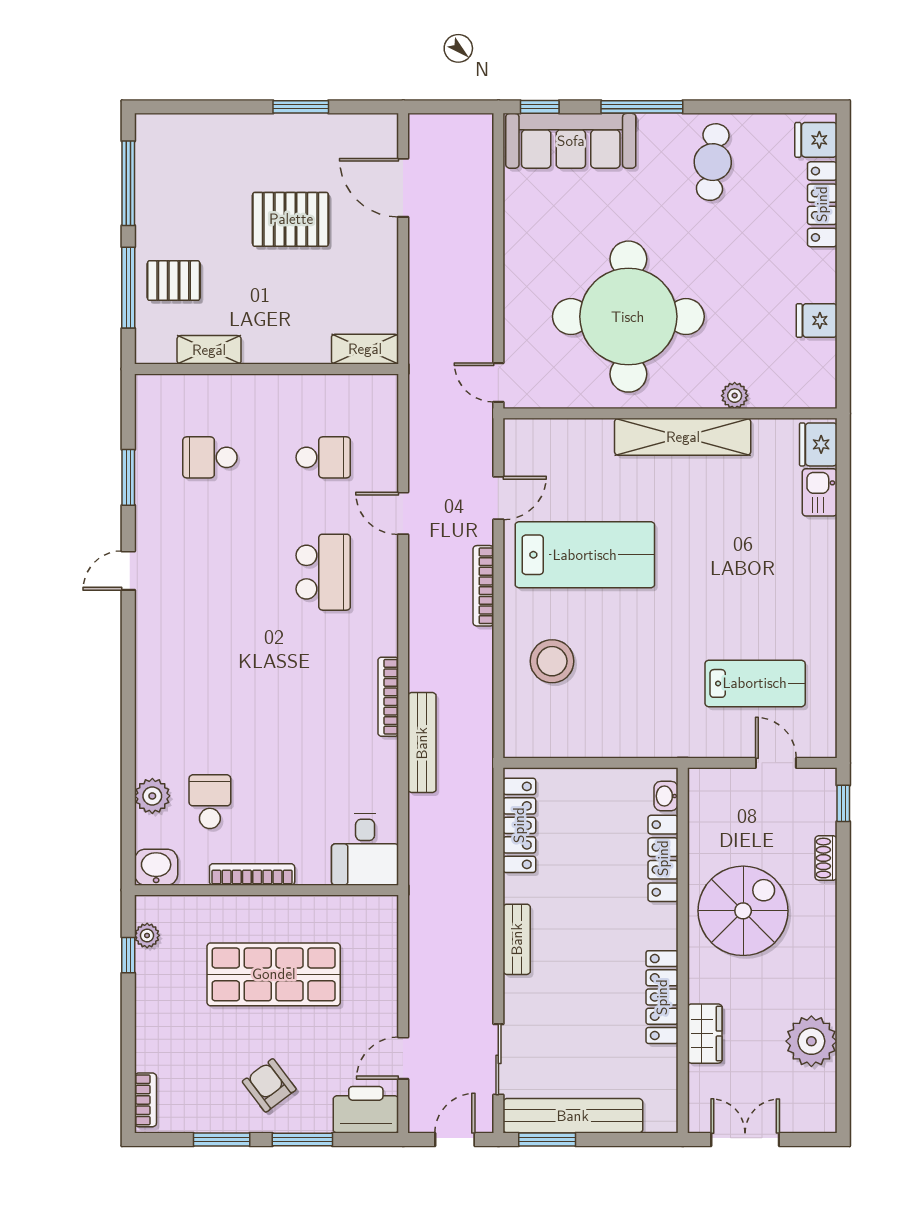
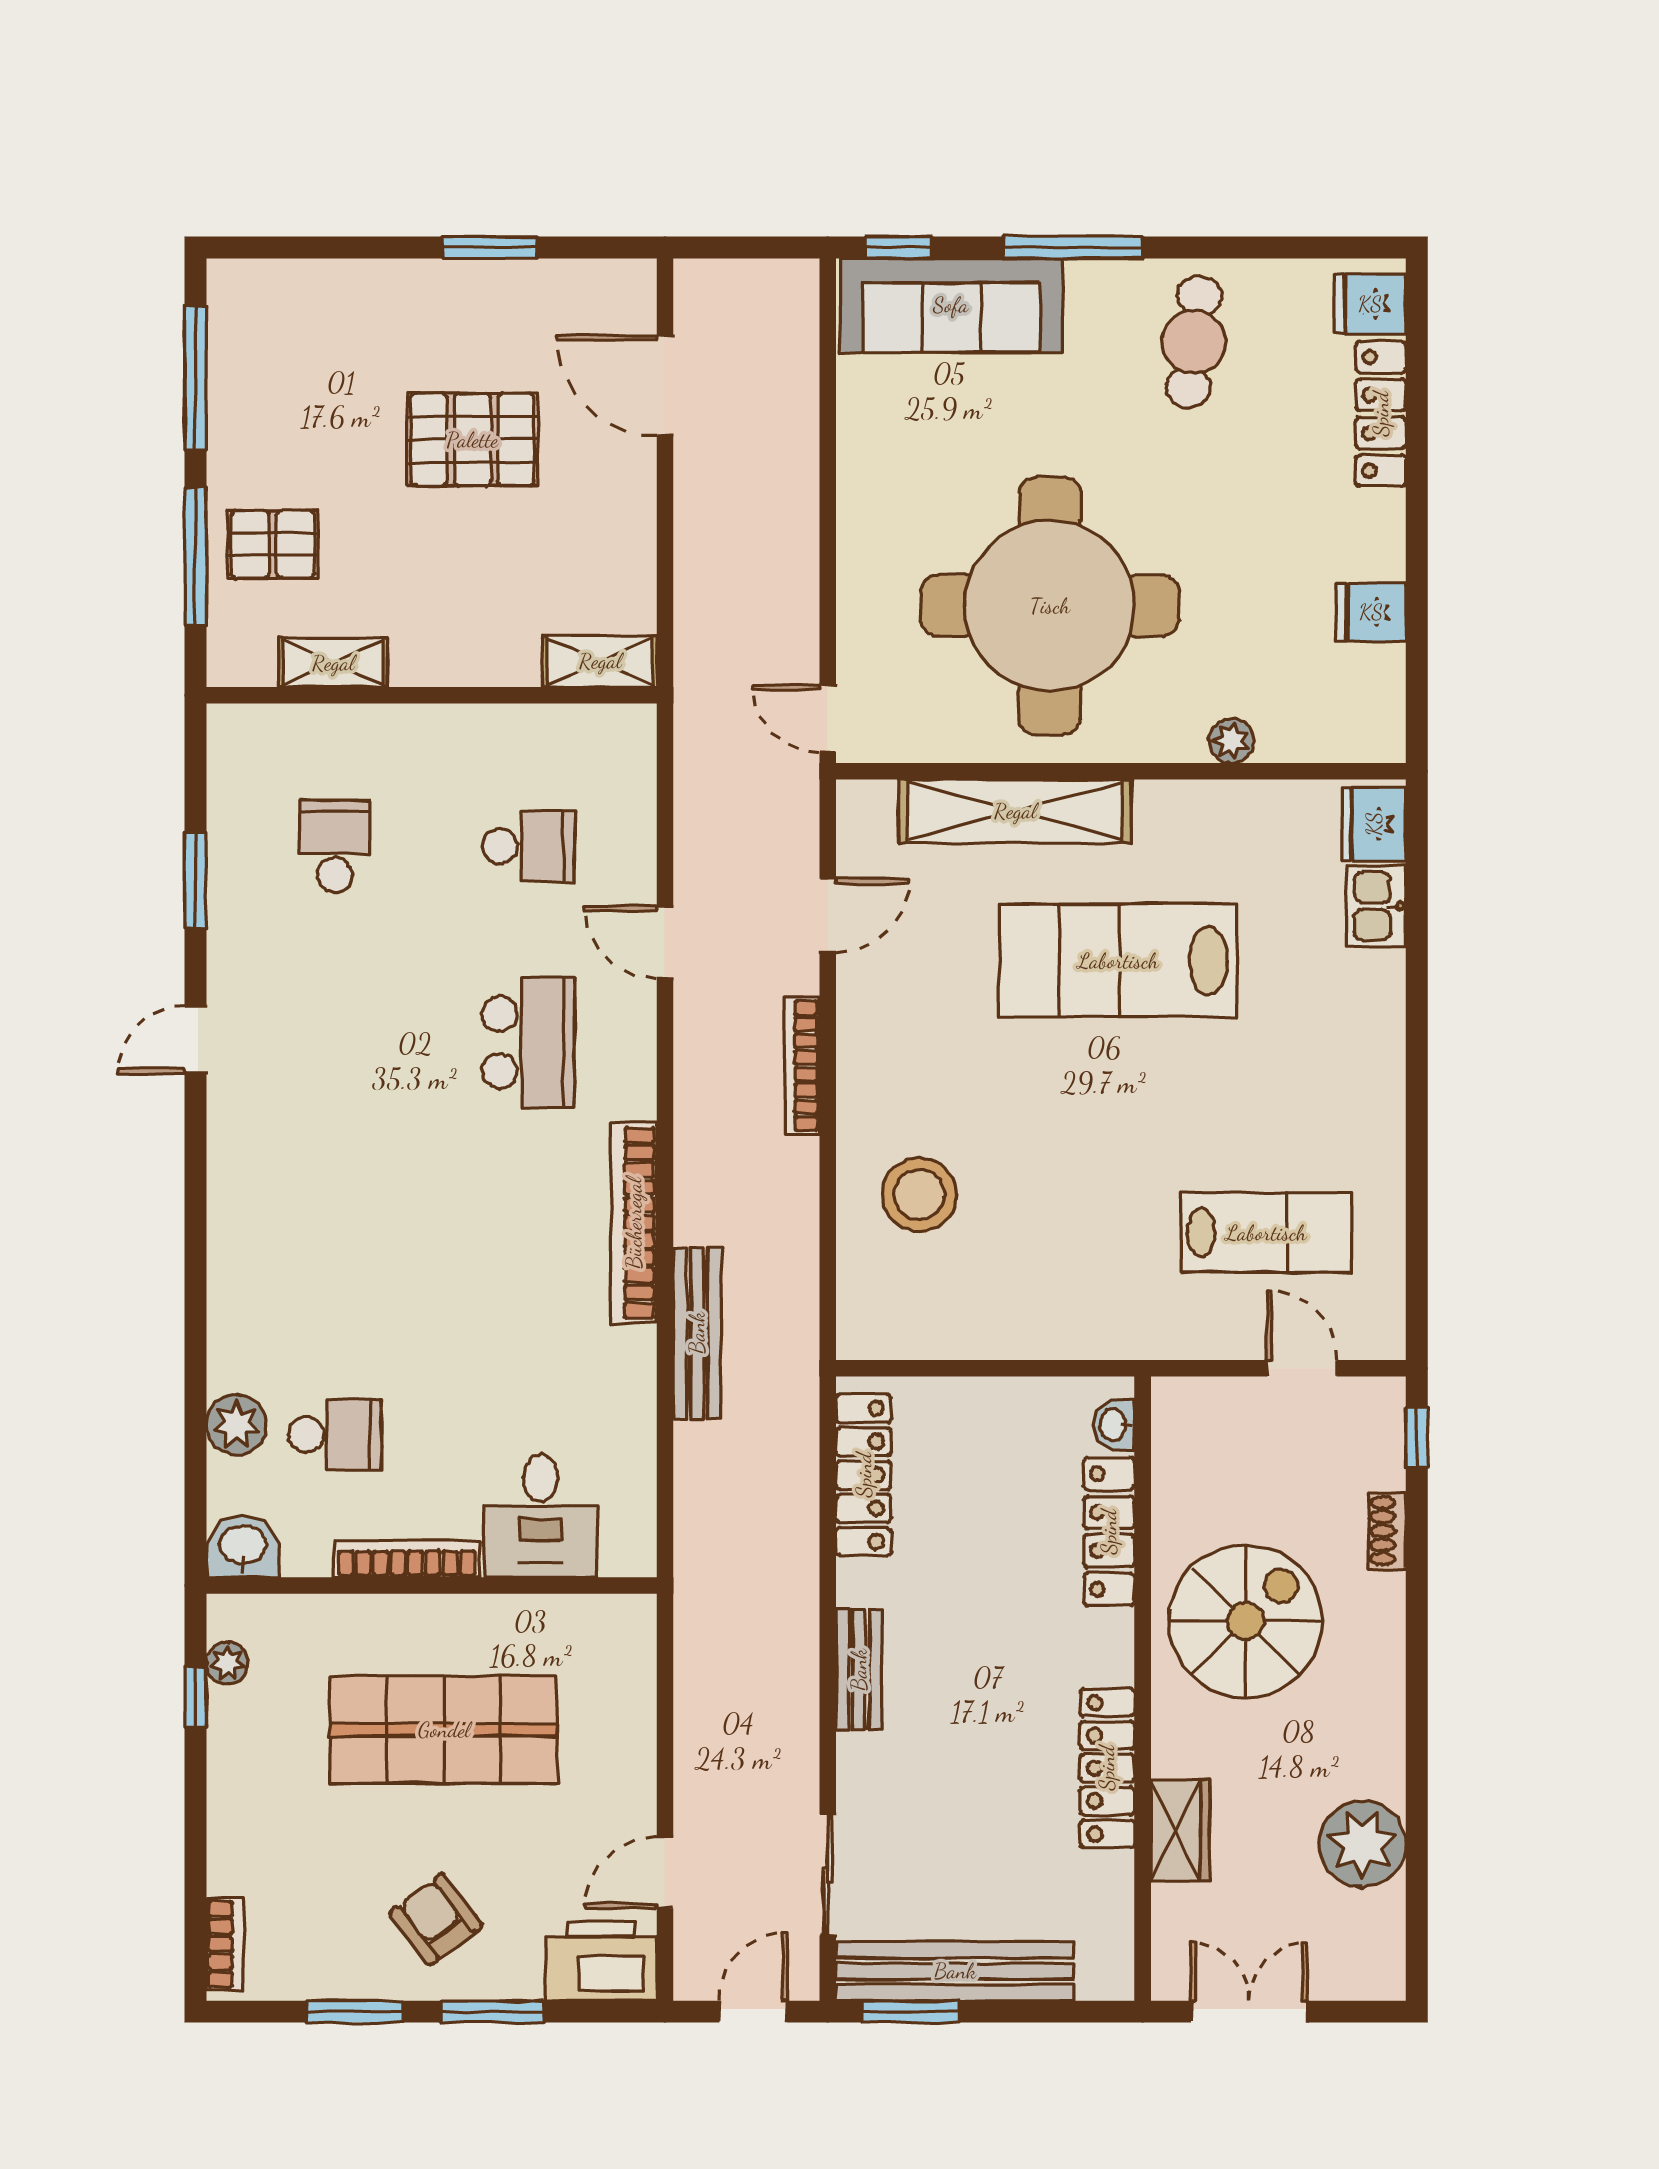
shelving: (683, 437) -> (1015, 811), moved
school desk: (210, 457) -> (335, 846), turned 90
lab bench: (585, 555) -> (1118, 961), moved, turned 180
bookcase: (388, 697) -> (634, 1223), width x1.48, depth x1.31
school desk: (210, 802) -> (335, 1434), turned 90
desk: (365, 849) -> (541, 1516), moved

